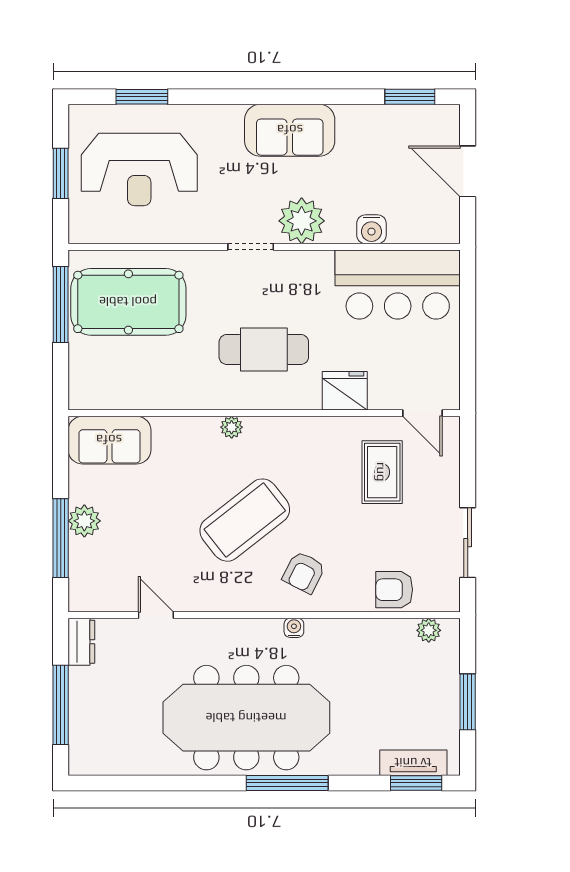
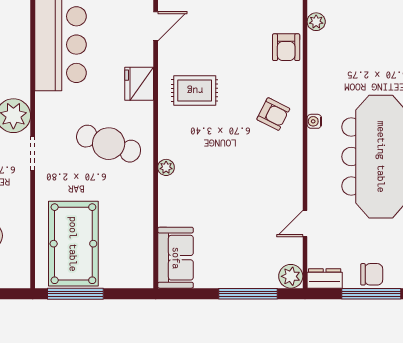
water cooler: (371, 229) -> (20, 64), removed
cafe table: (264, 349) -> (109, 144), turned -71
rug: (382, 472) -> (195, 91), moved
coffee table: (245, 520) -> (235, 158), removed
plant: (84, 521) -> (291, 276), moved
chair: (87, 705) -> (372, 274), added

